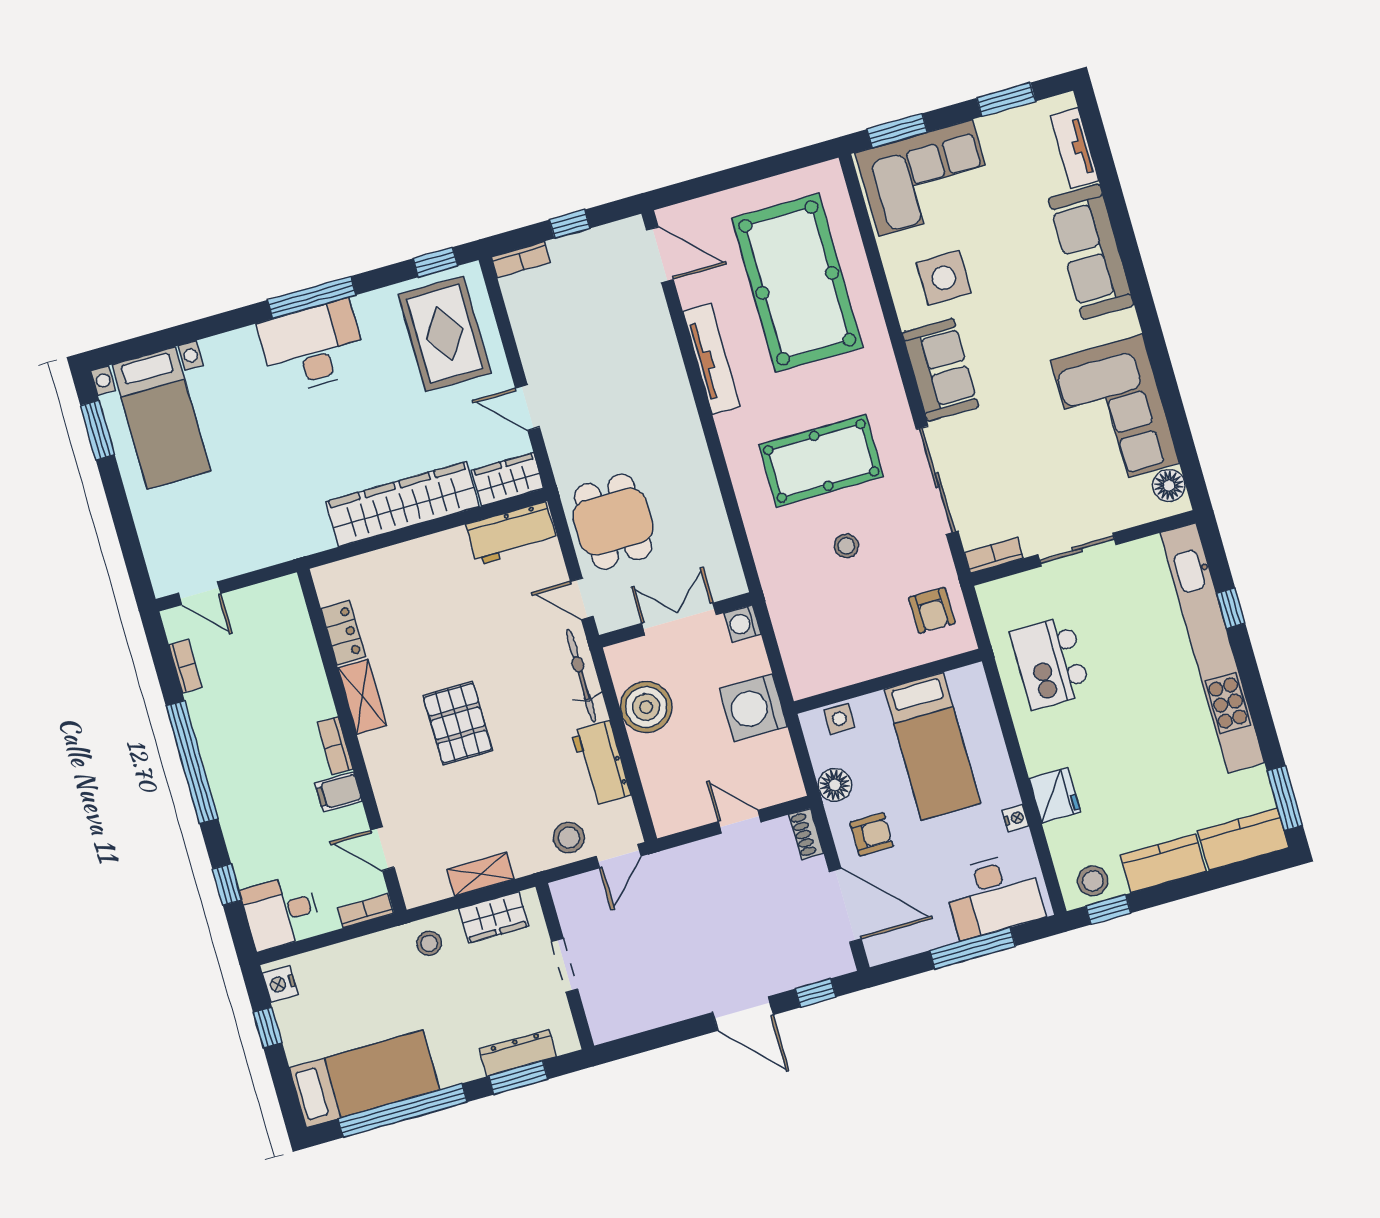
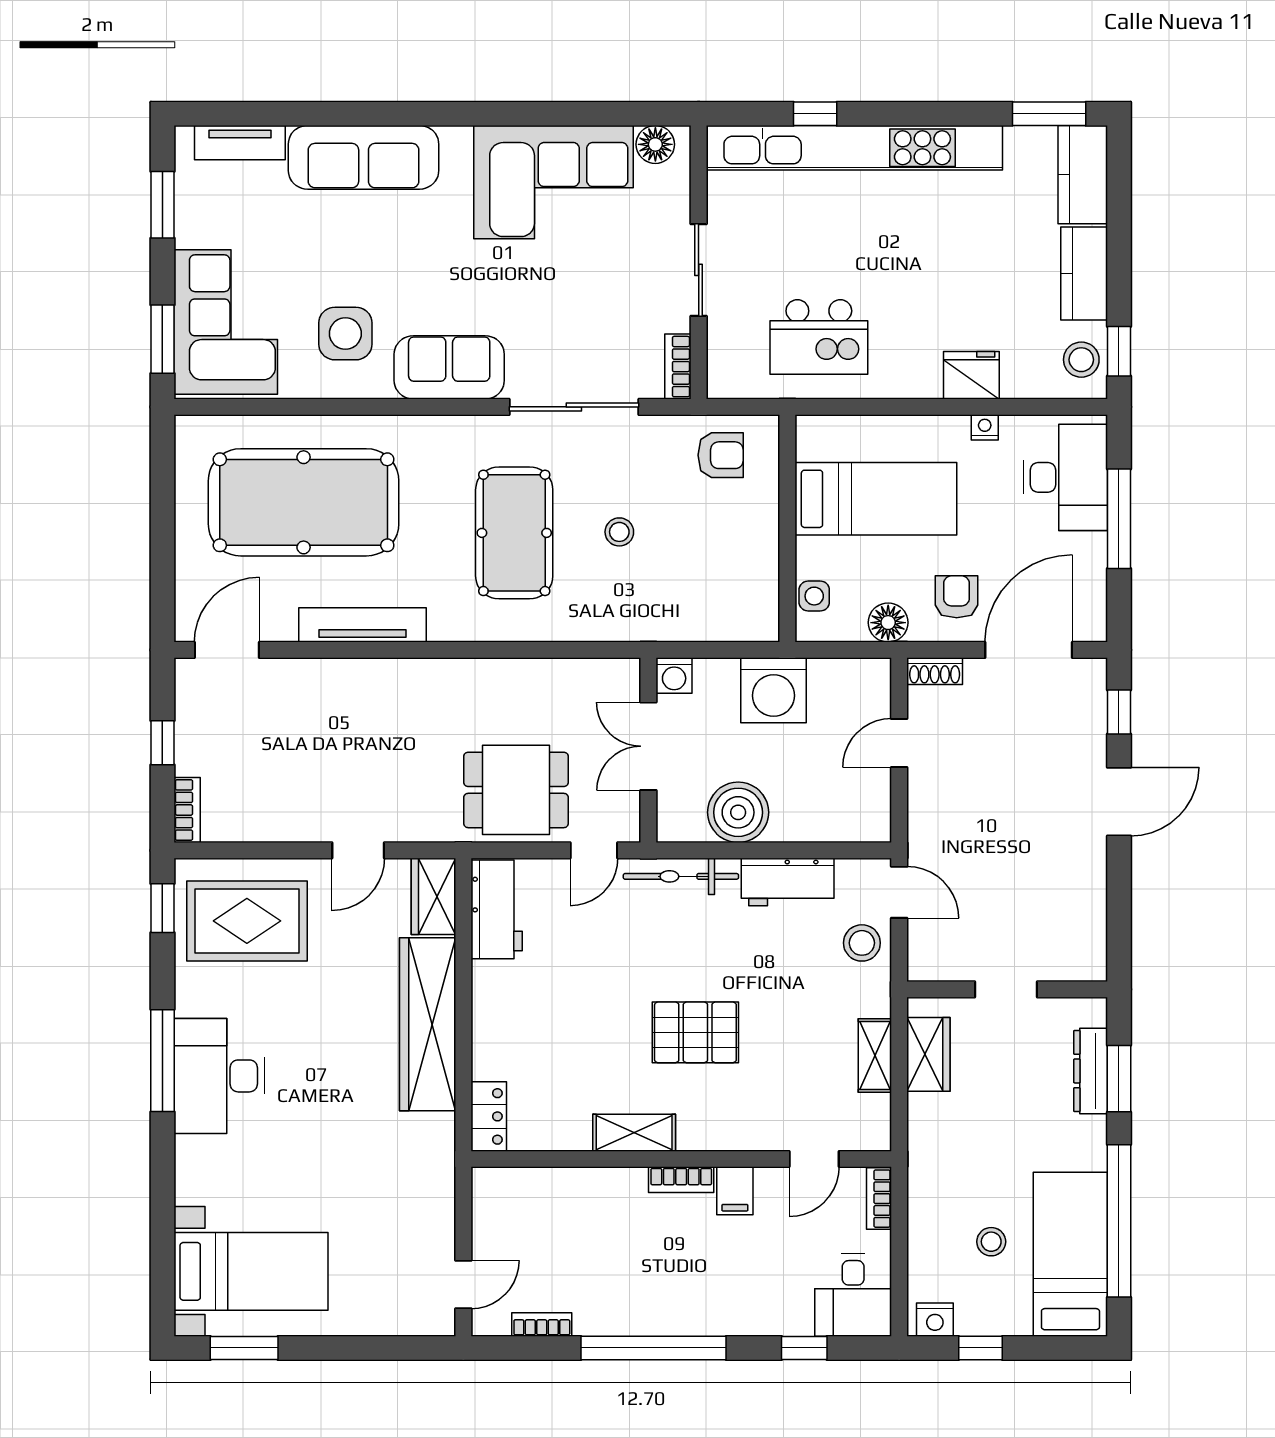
locker: (343, 633) -> (489, 1116), moved, turned 90
stool: (429, 943) -> (991, 1242), moved

